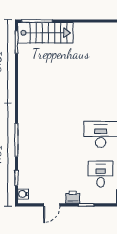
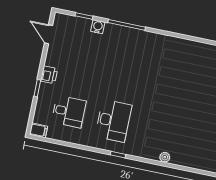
water cooler: (23, 194) -> (98, 27), moved
door: (52, 205) -> (49, 34), moved

